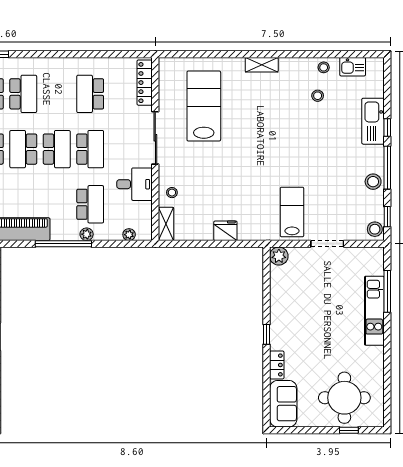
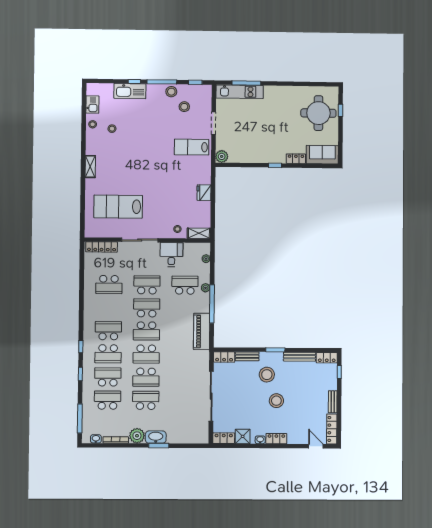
stool: (375, 229) -> (184, 107), moved
kitchen unit: (374, 311) -> (240, 92), moved

